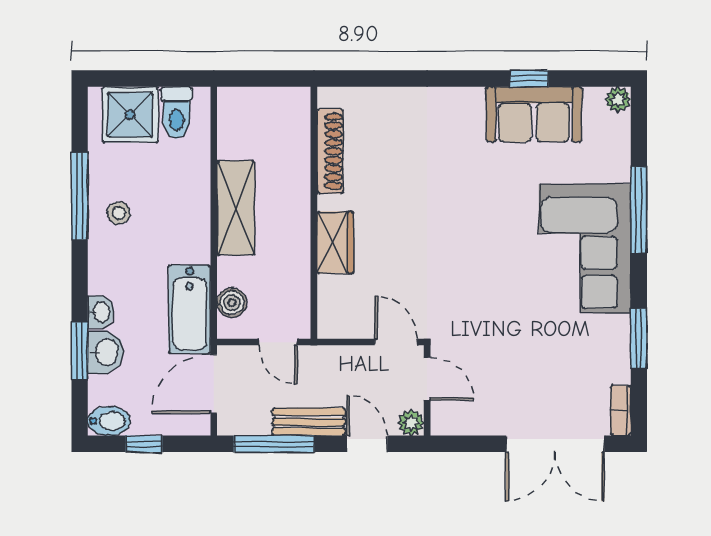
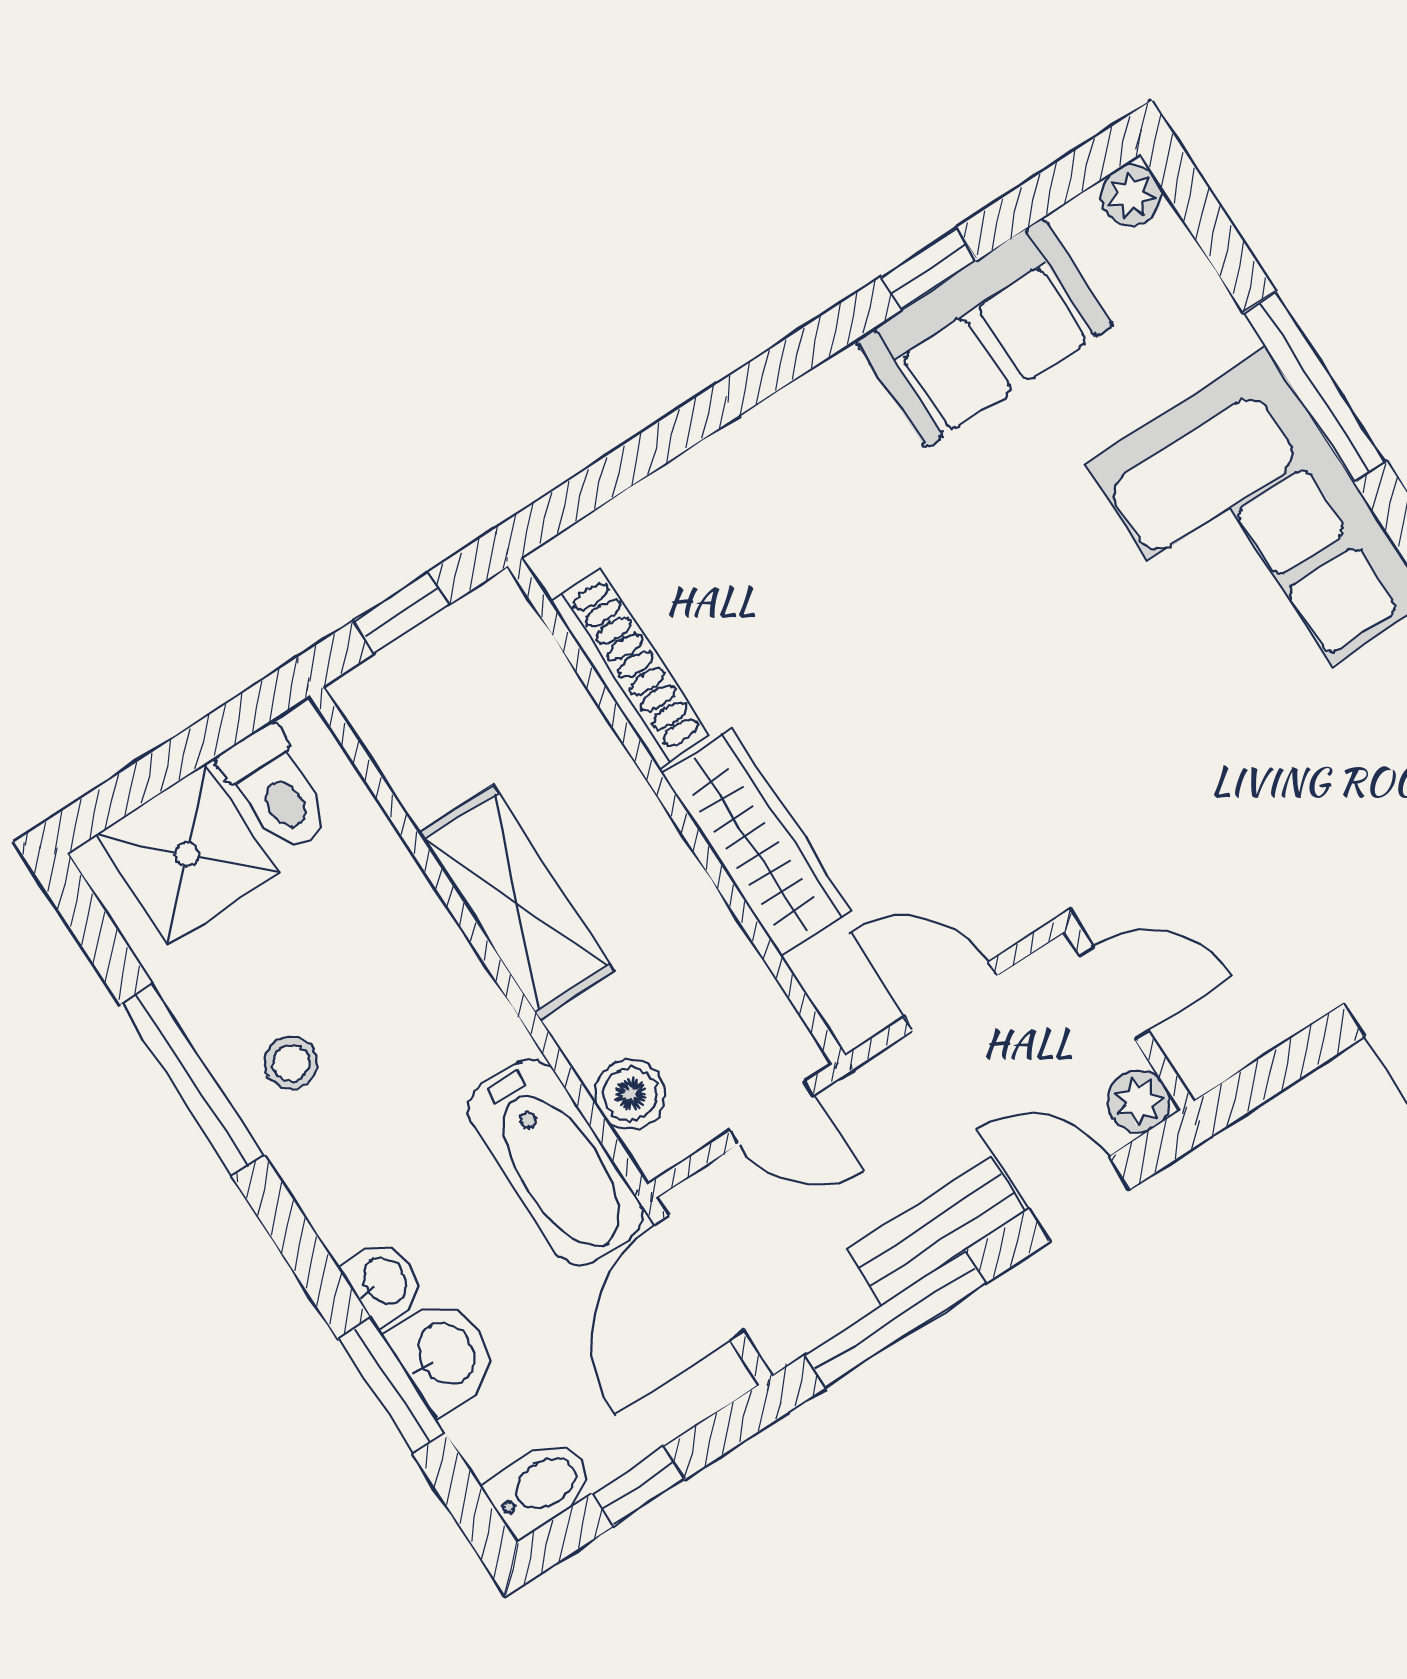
window: (262, 79) -> (401, 613), added
wardrobe: (335, 242) -> (757, 842), width x1.50
door: (396, 342) -> (951, 996), moved

